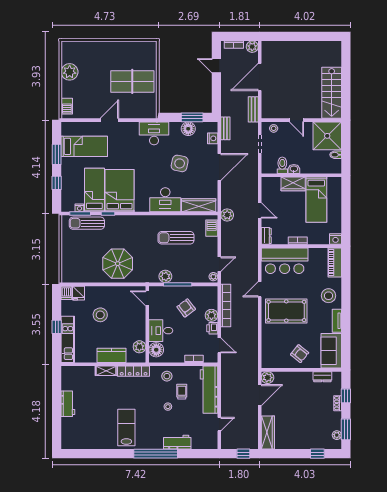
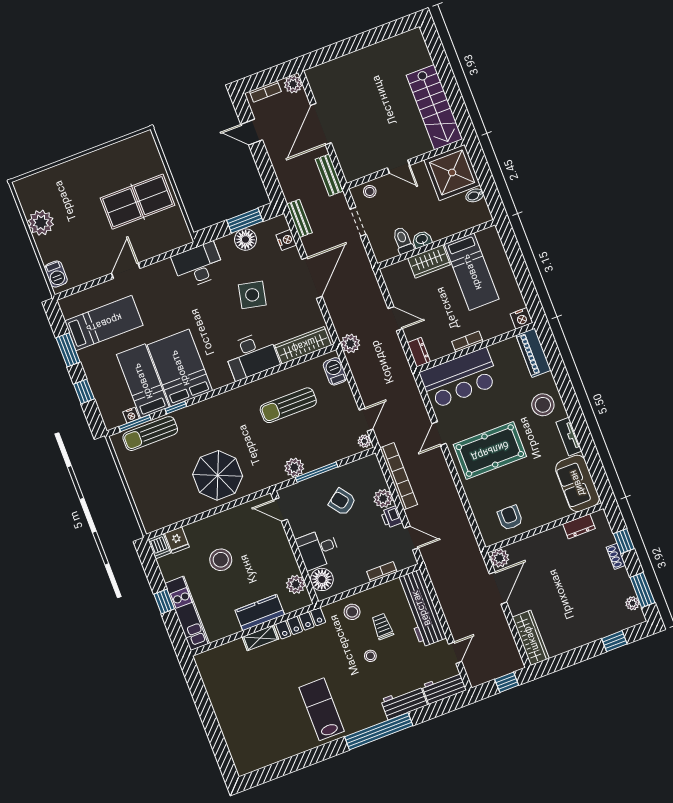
armchair: (300, 354) -> (510, 518), moved, turned -129
workbench: (68, 404) -> (444, 688), moved, turned -90

